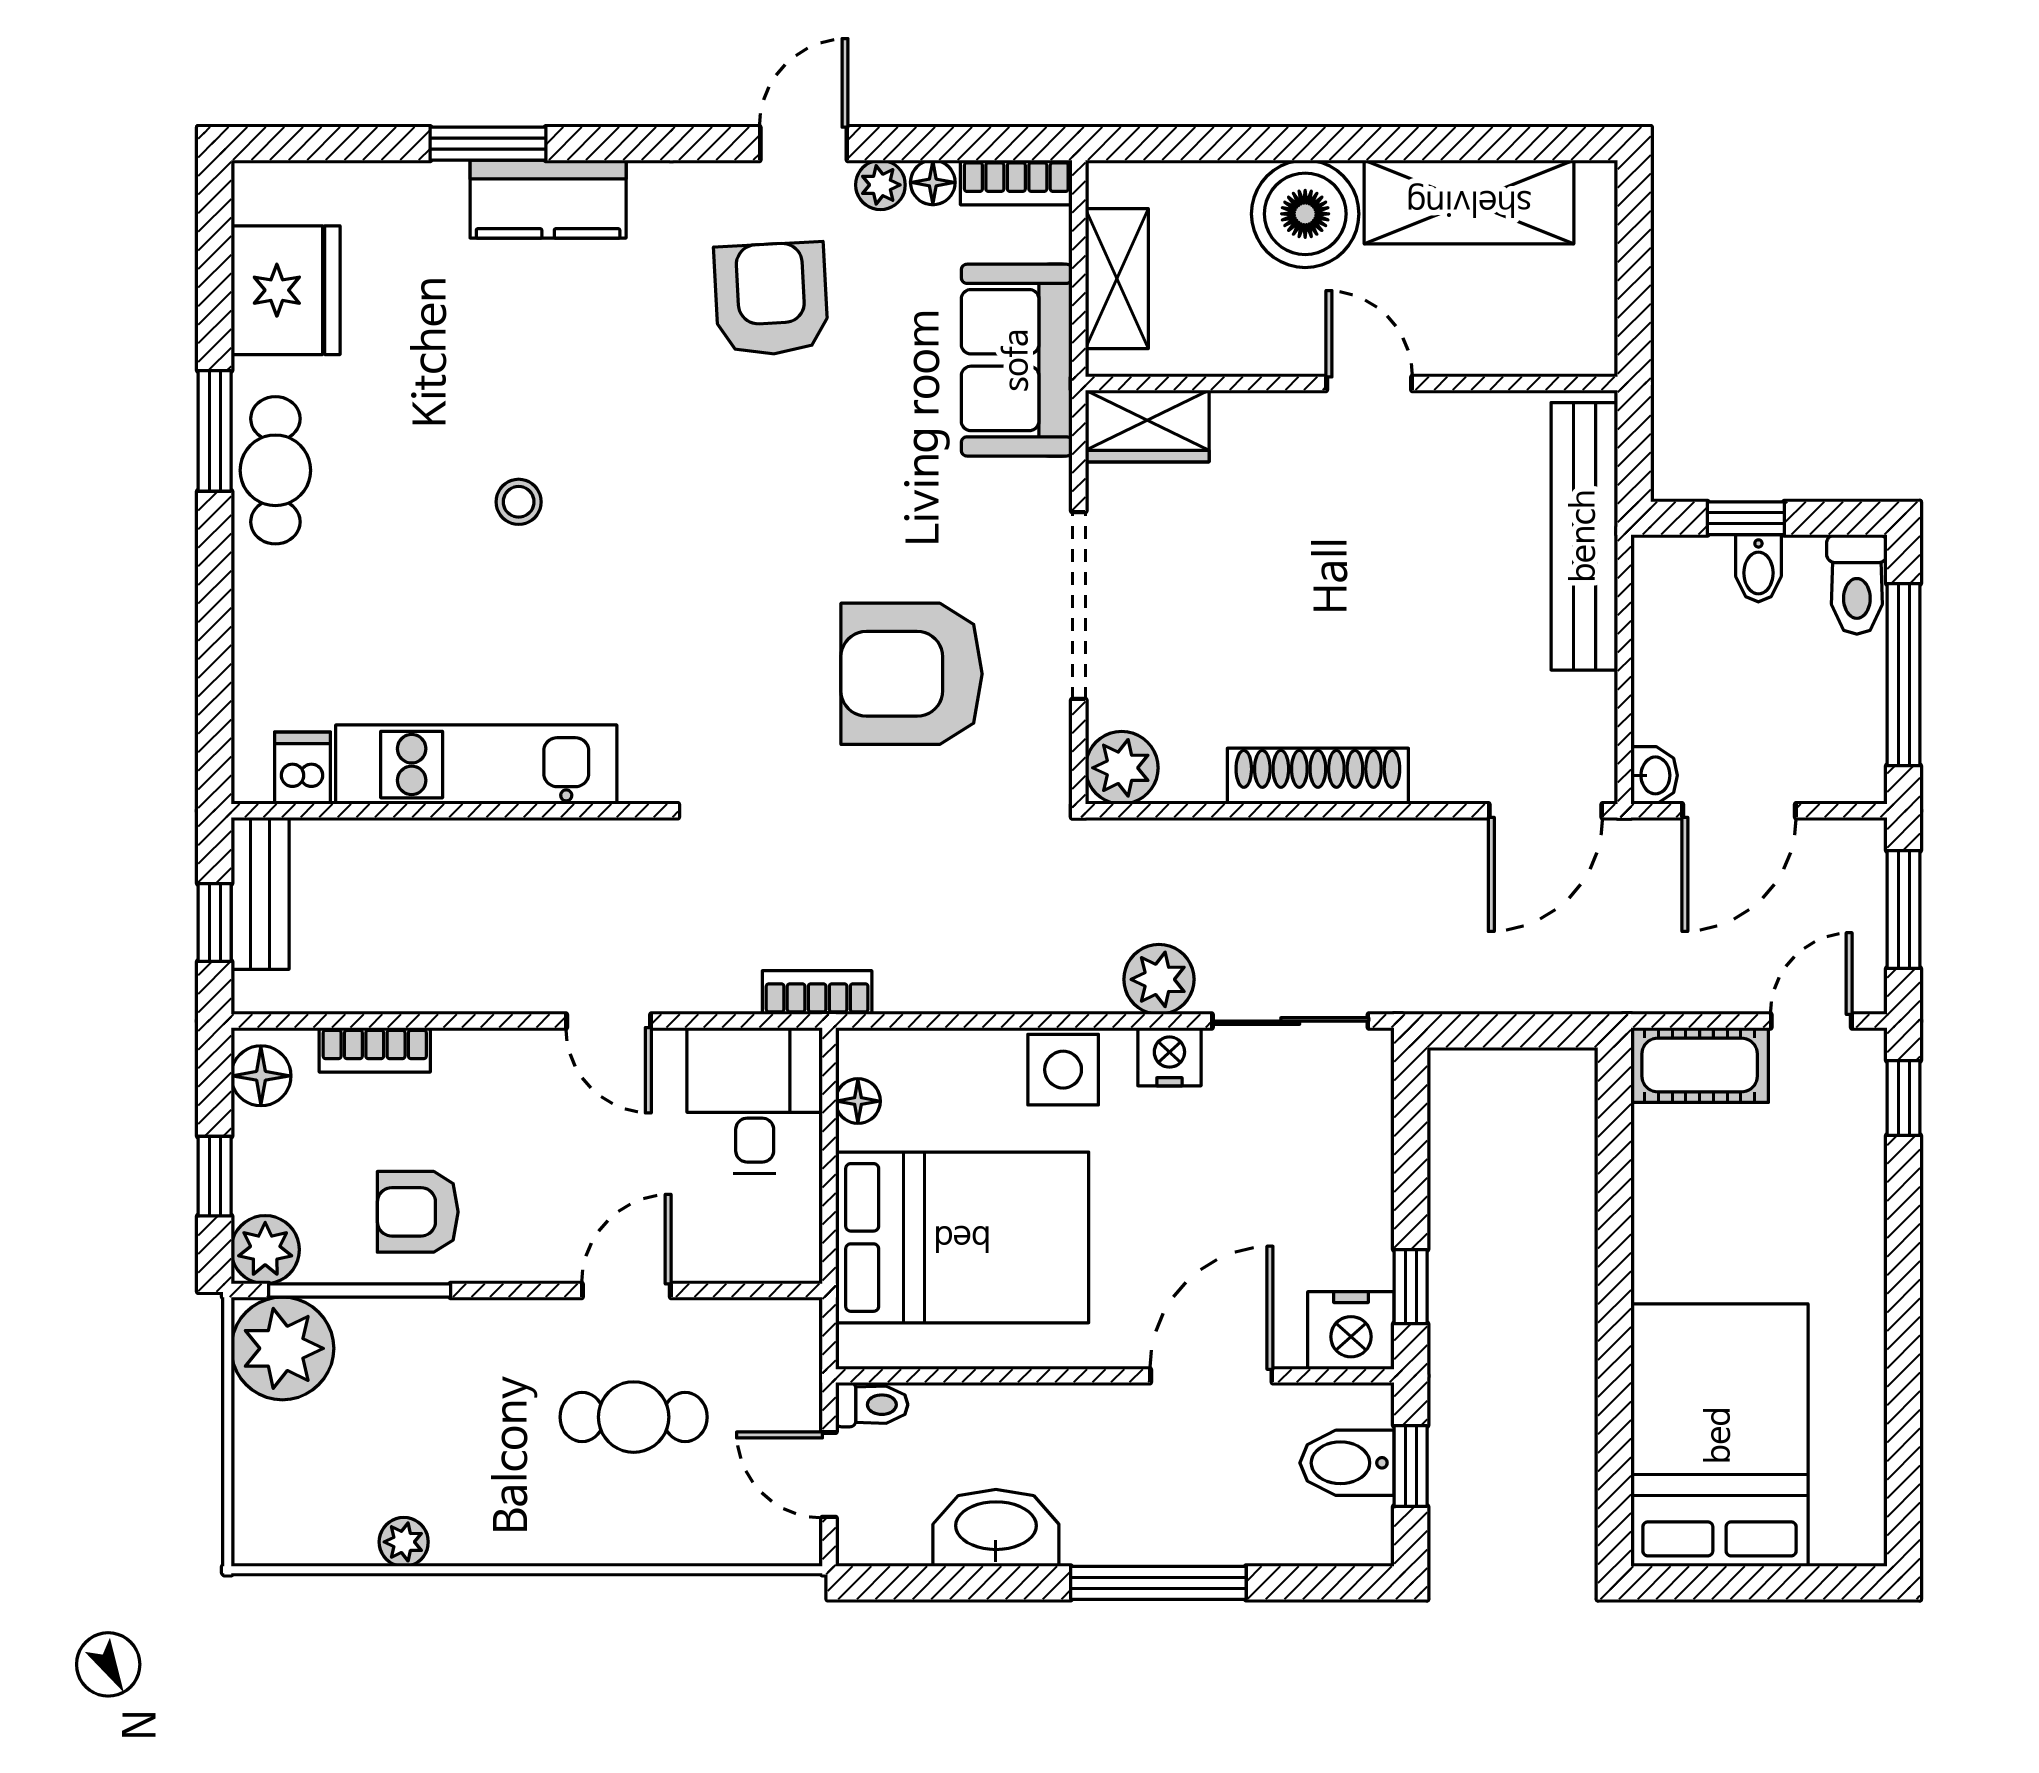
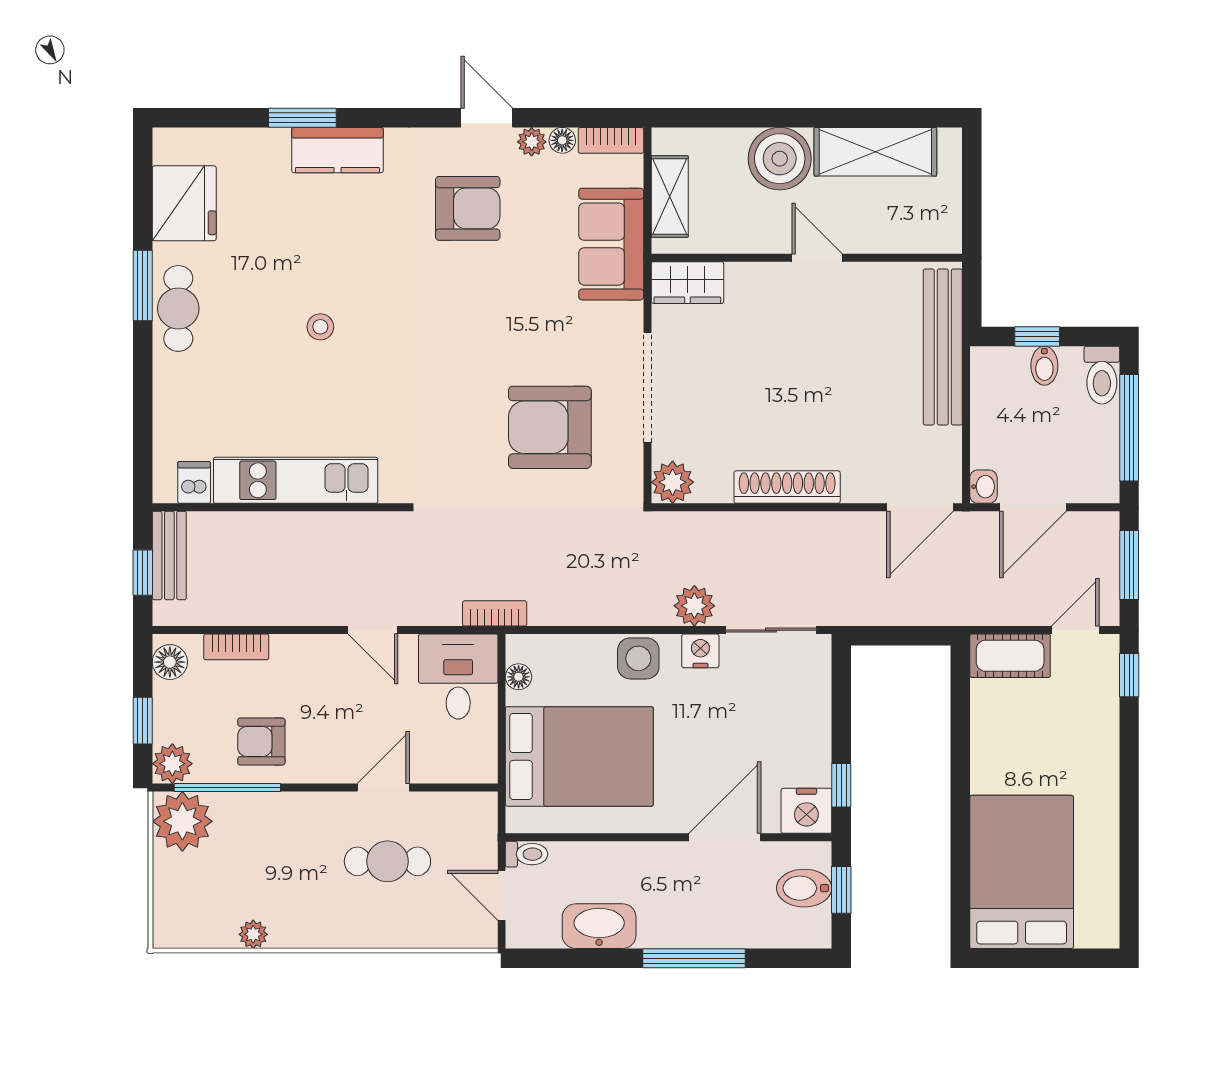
door: (804, 144) -> (487, 118), hinge flipped
armchair: (771, 299) -> (468, 208), turned 93

